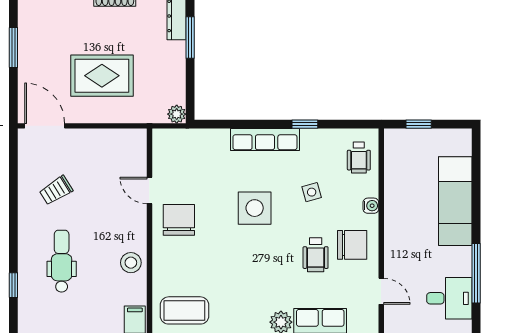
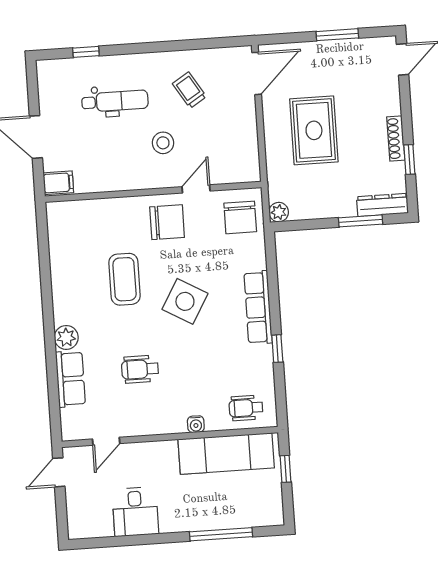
side table: (312, 192) -> (206, 361), removed
exam couch: (455, 201) -> (226, 454), moved, turned 180
side table: (255, 208) -> (185, 301), turned 30
chair: (352, 245) -> (240, 217), moved
stool: (131, 263) -> (163, 143), moved
window: (476, 273) -> (221, 534), moved
desk: (449, 298) -> (135, 512), moved
coffee table: (184, 310) -> (125, 279), moved

